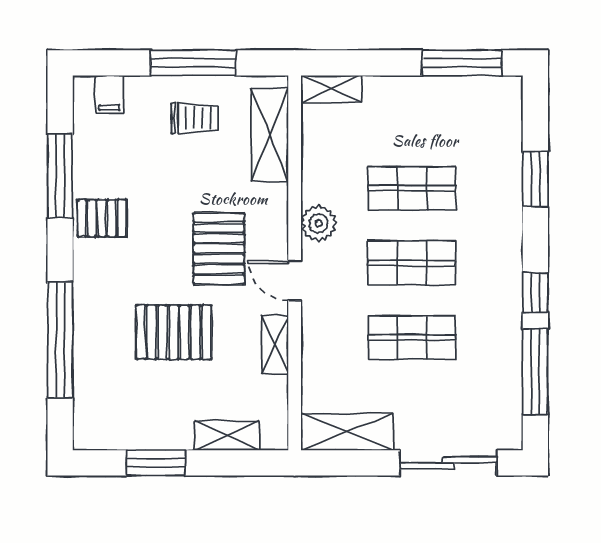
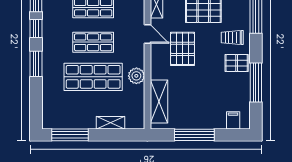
shelving: (331, 89) -> (111, 123), moved
trolley: (195, 118) -> (232, 38), moved
window: (535, 179) -> (36, 64), moved
shop shelf: (412, 188) -> (93, 77), width x1.43, depth x1.36
plant: (319, 223) -> (136, 76), moved

